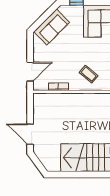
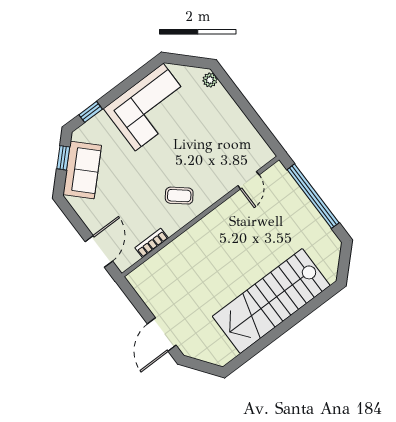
window: (47, 14) -> (63, 158), added
door: (30, 134) -> (162, 335), hinge flipped

